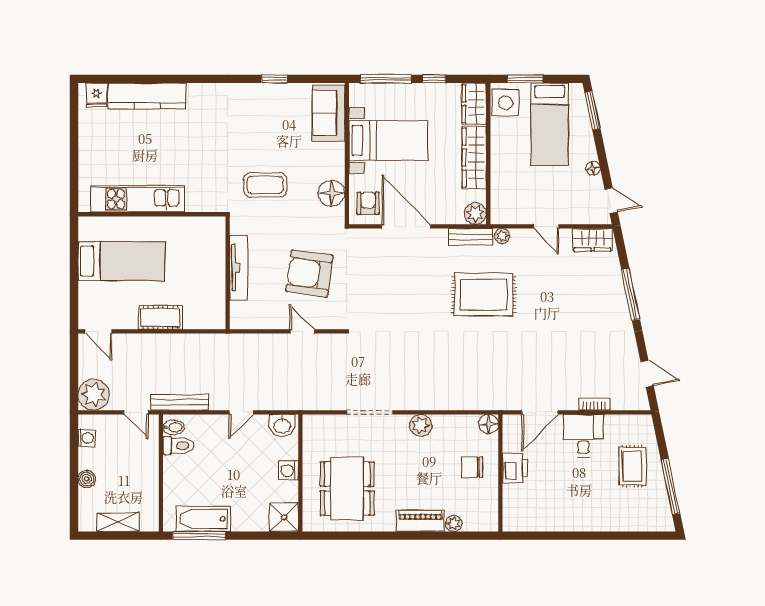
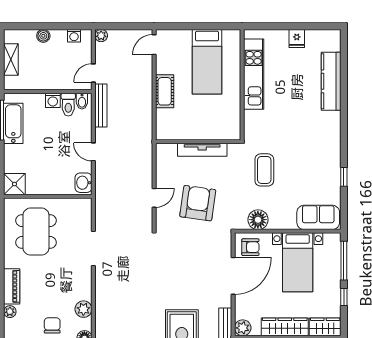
fridge: (97, 95) -> (297, 38), moved, turned -90
plant: (94, 395) -> (101, 36), width x0.53, depth x0.53
plant: (421, 425) -> (83, 309), moved
washing machine: (289, 471) -> (53, 100), moved, turned 180
dining table: (347, 489) -> (36, 232), turned 90

